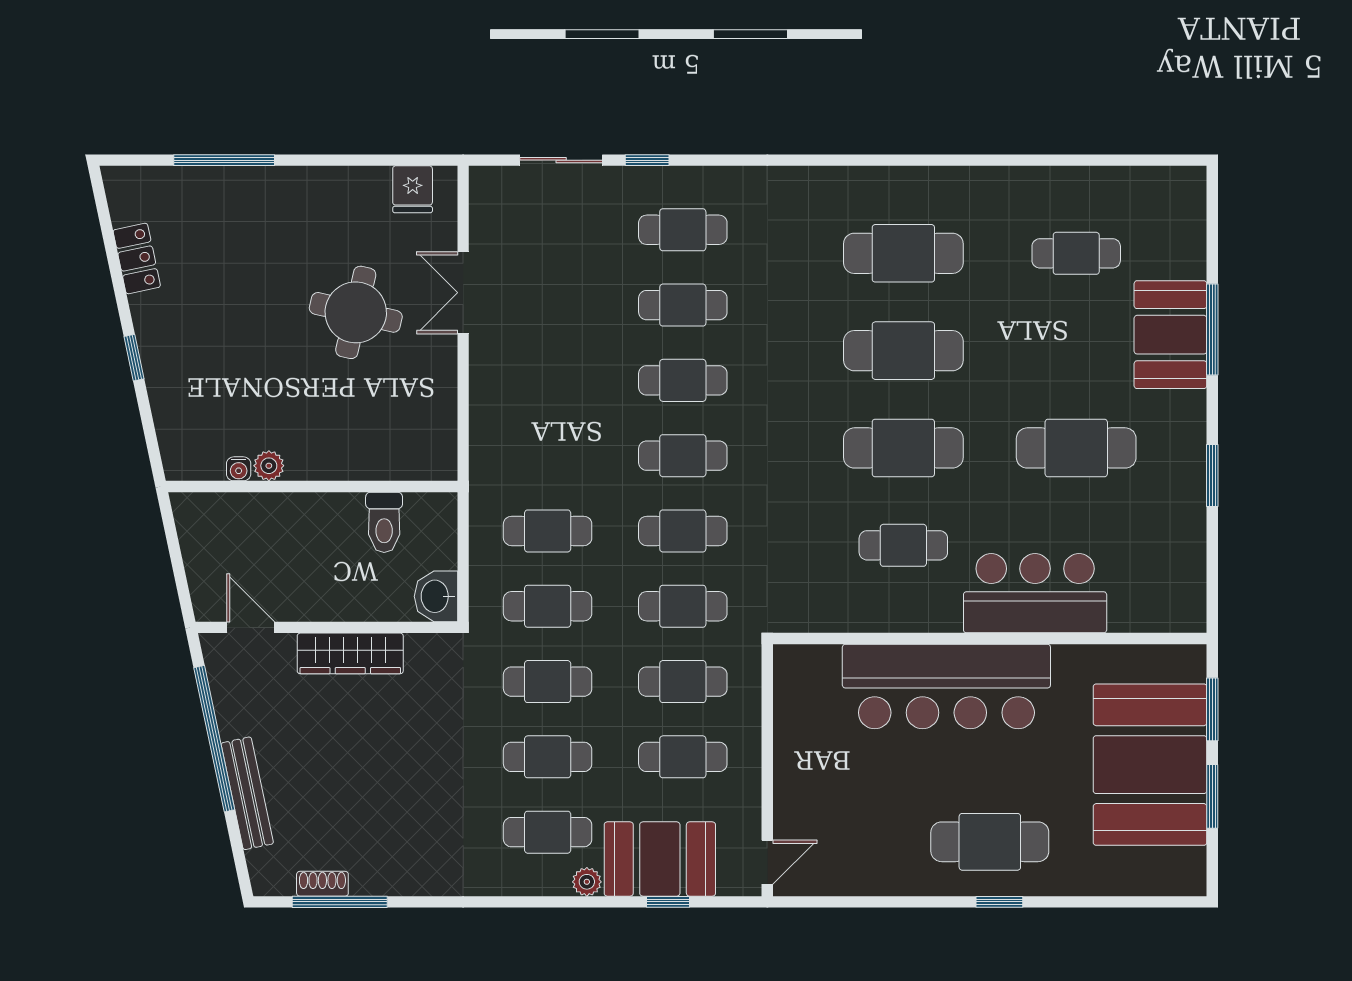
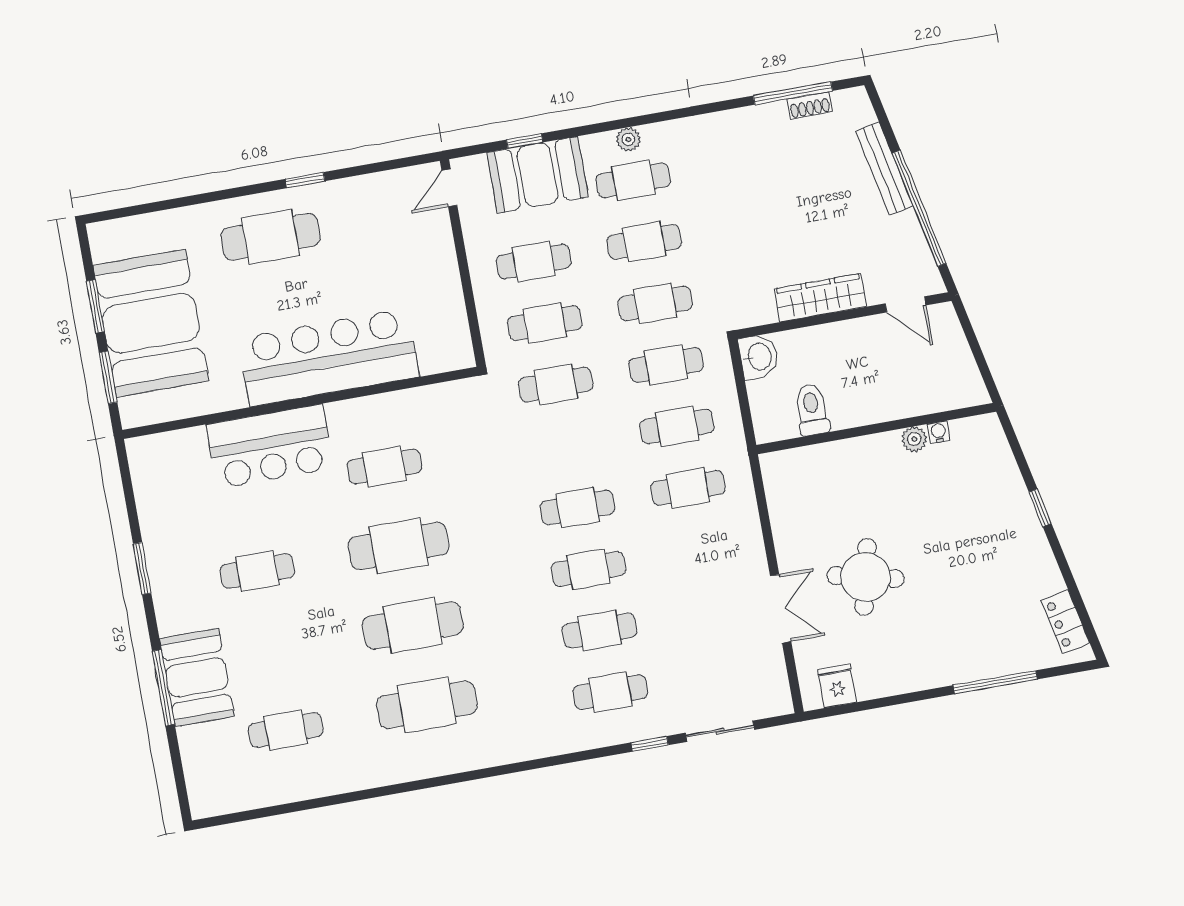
locker: (137, 259) -> (1065, 622), moved
cafe table: (1076, 448) -> (257, 571), width x0.73, depth x0.74
cafe table: (683, 531) -> (688, 488), moved
plant: (587, 882) -> (628, 139), moved
window: (999, 902) -> (305, 180), moved

